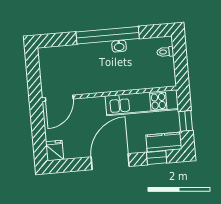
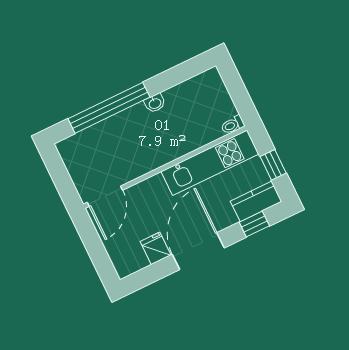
window: (108, 35) -> (109, 108), moved
toilet: (165, 52) -> (233, 125), moved
fridge: (55, 151) -> (156, 248), moved

